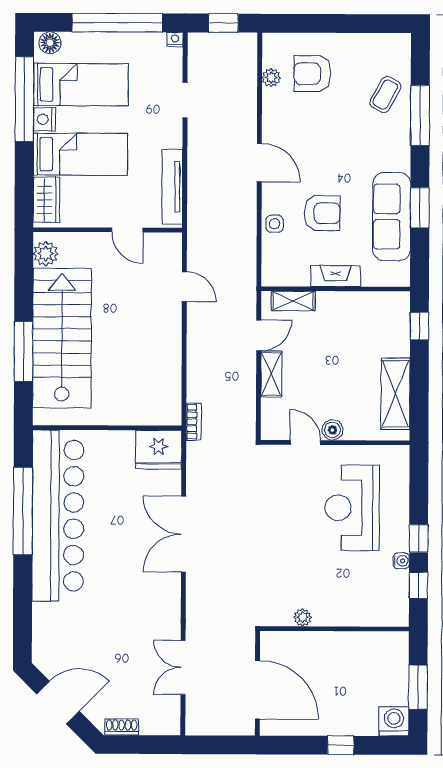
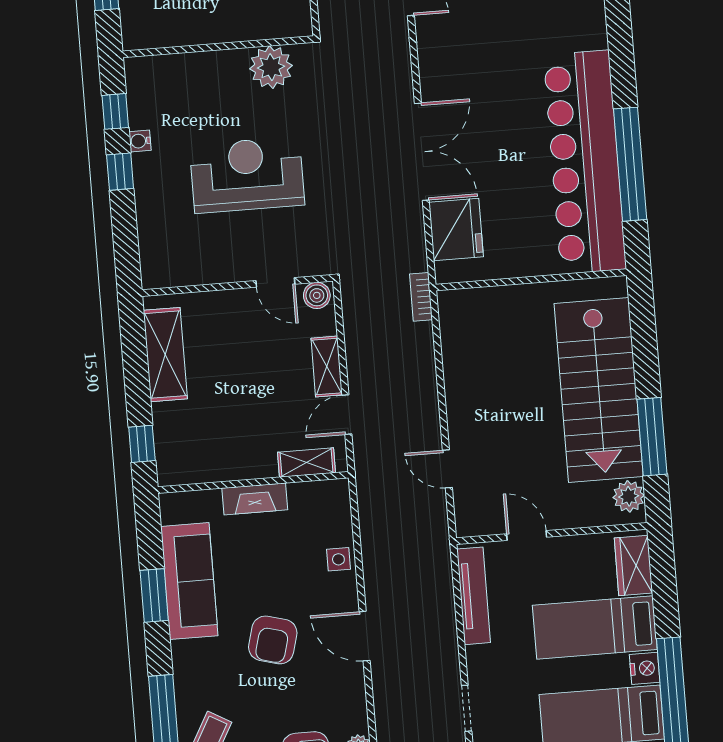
armchair: (322, 213) -> (273, 640), moved, turned -75
window: (23, 351) -> (652, 437), moved
boiler: (332, 430) -> (317, 295), moved
fridge: (159, 450) -> (456, 229), moved, turned 90
reception desk: (352, 508) -> (247, 175), moved, turned -90
plant: (303, 617) -> (271, 67), width x1.87, depth x1.87

